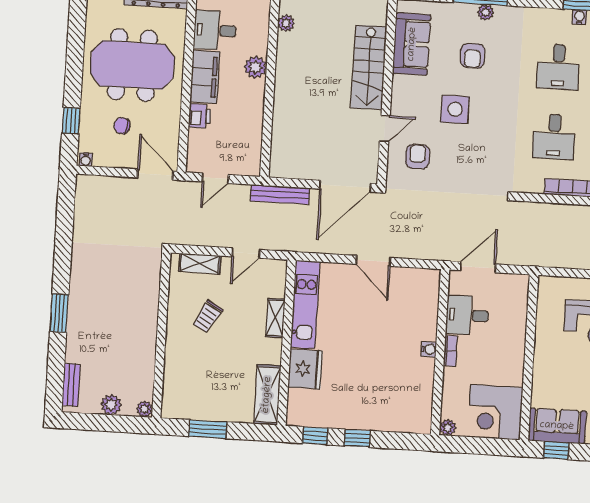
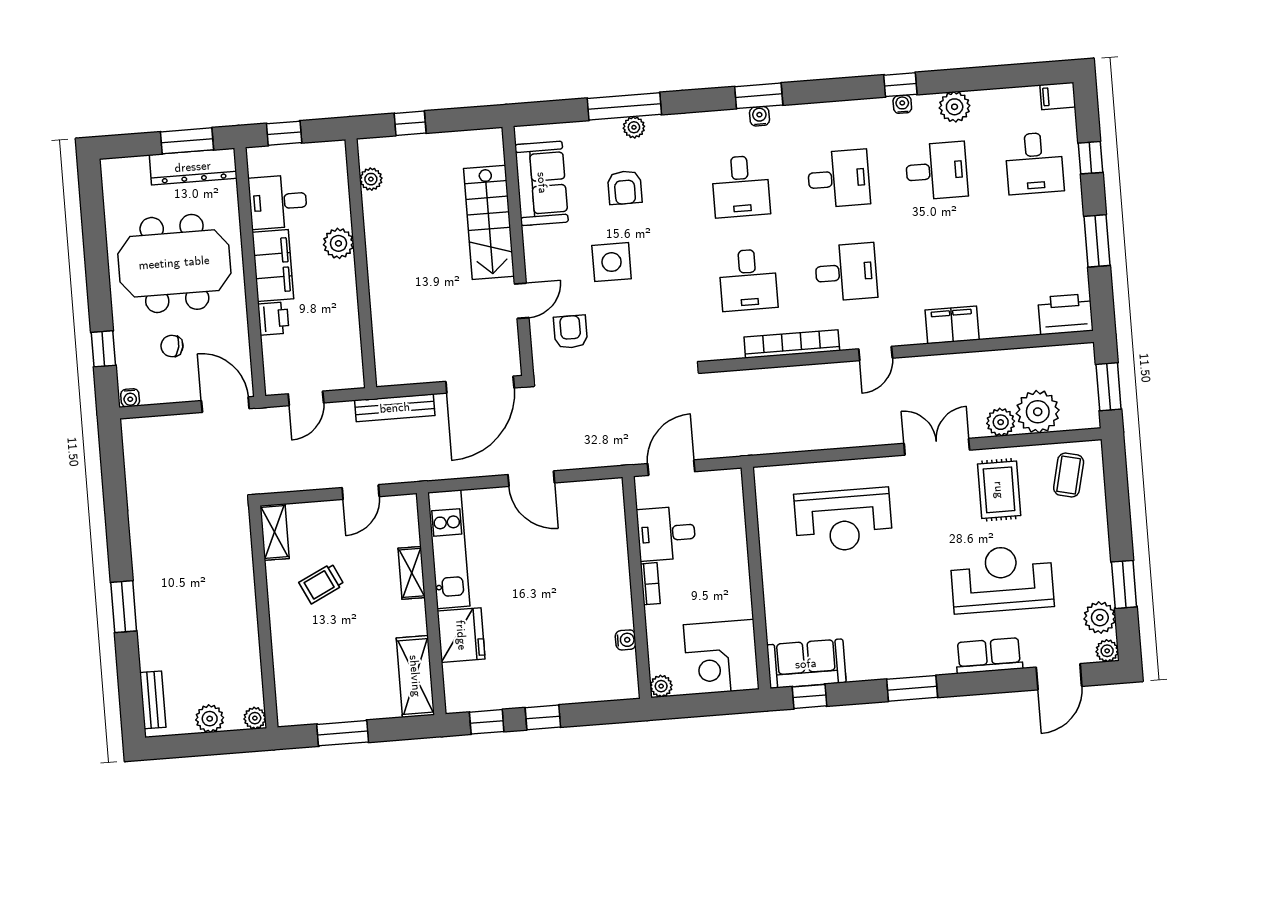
shelving: (200, 264) -> (275, 532), moved, turned 90
trolley: (208, 317) -> (321, 584), turned 34
water cooler: (429, 349) -> (626, 640), moved

